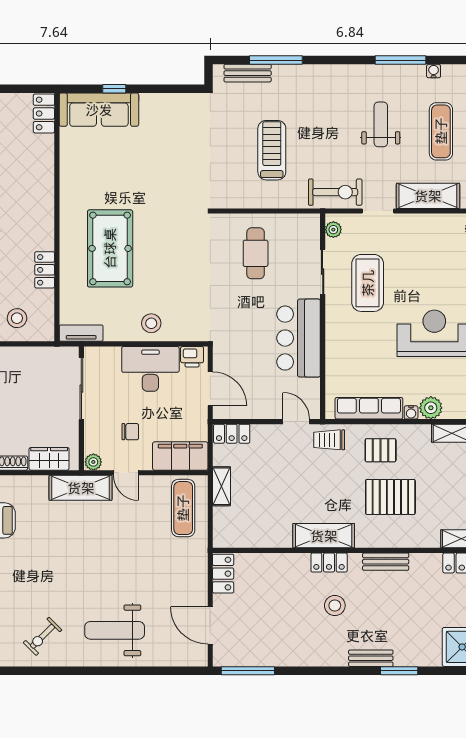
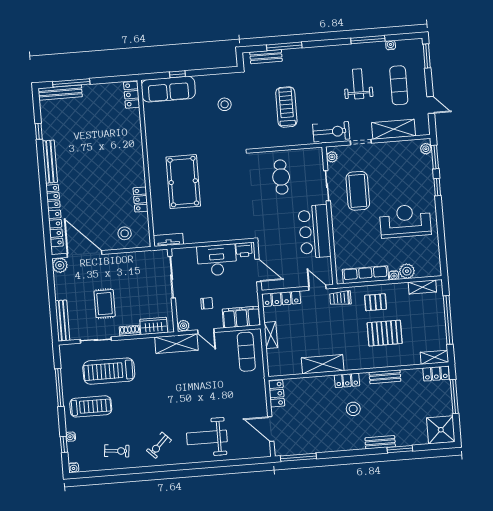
stool: (151, 323) -> (225, 104), moved
locker: (232, 434) -> (281, 299), width x1.53
shelving: (324, 536) -> (323, 364), moved

